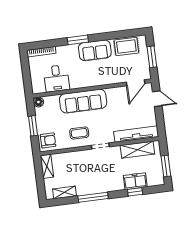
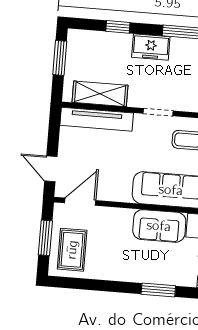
rug: (126, 46) -> (72, 250), moved, turned 90
sofa: (95, 50) -> (159, 226), moved, turned 180
freezer: (135, 181) -> (151, 47), moved

